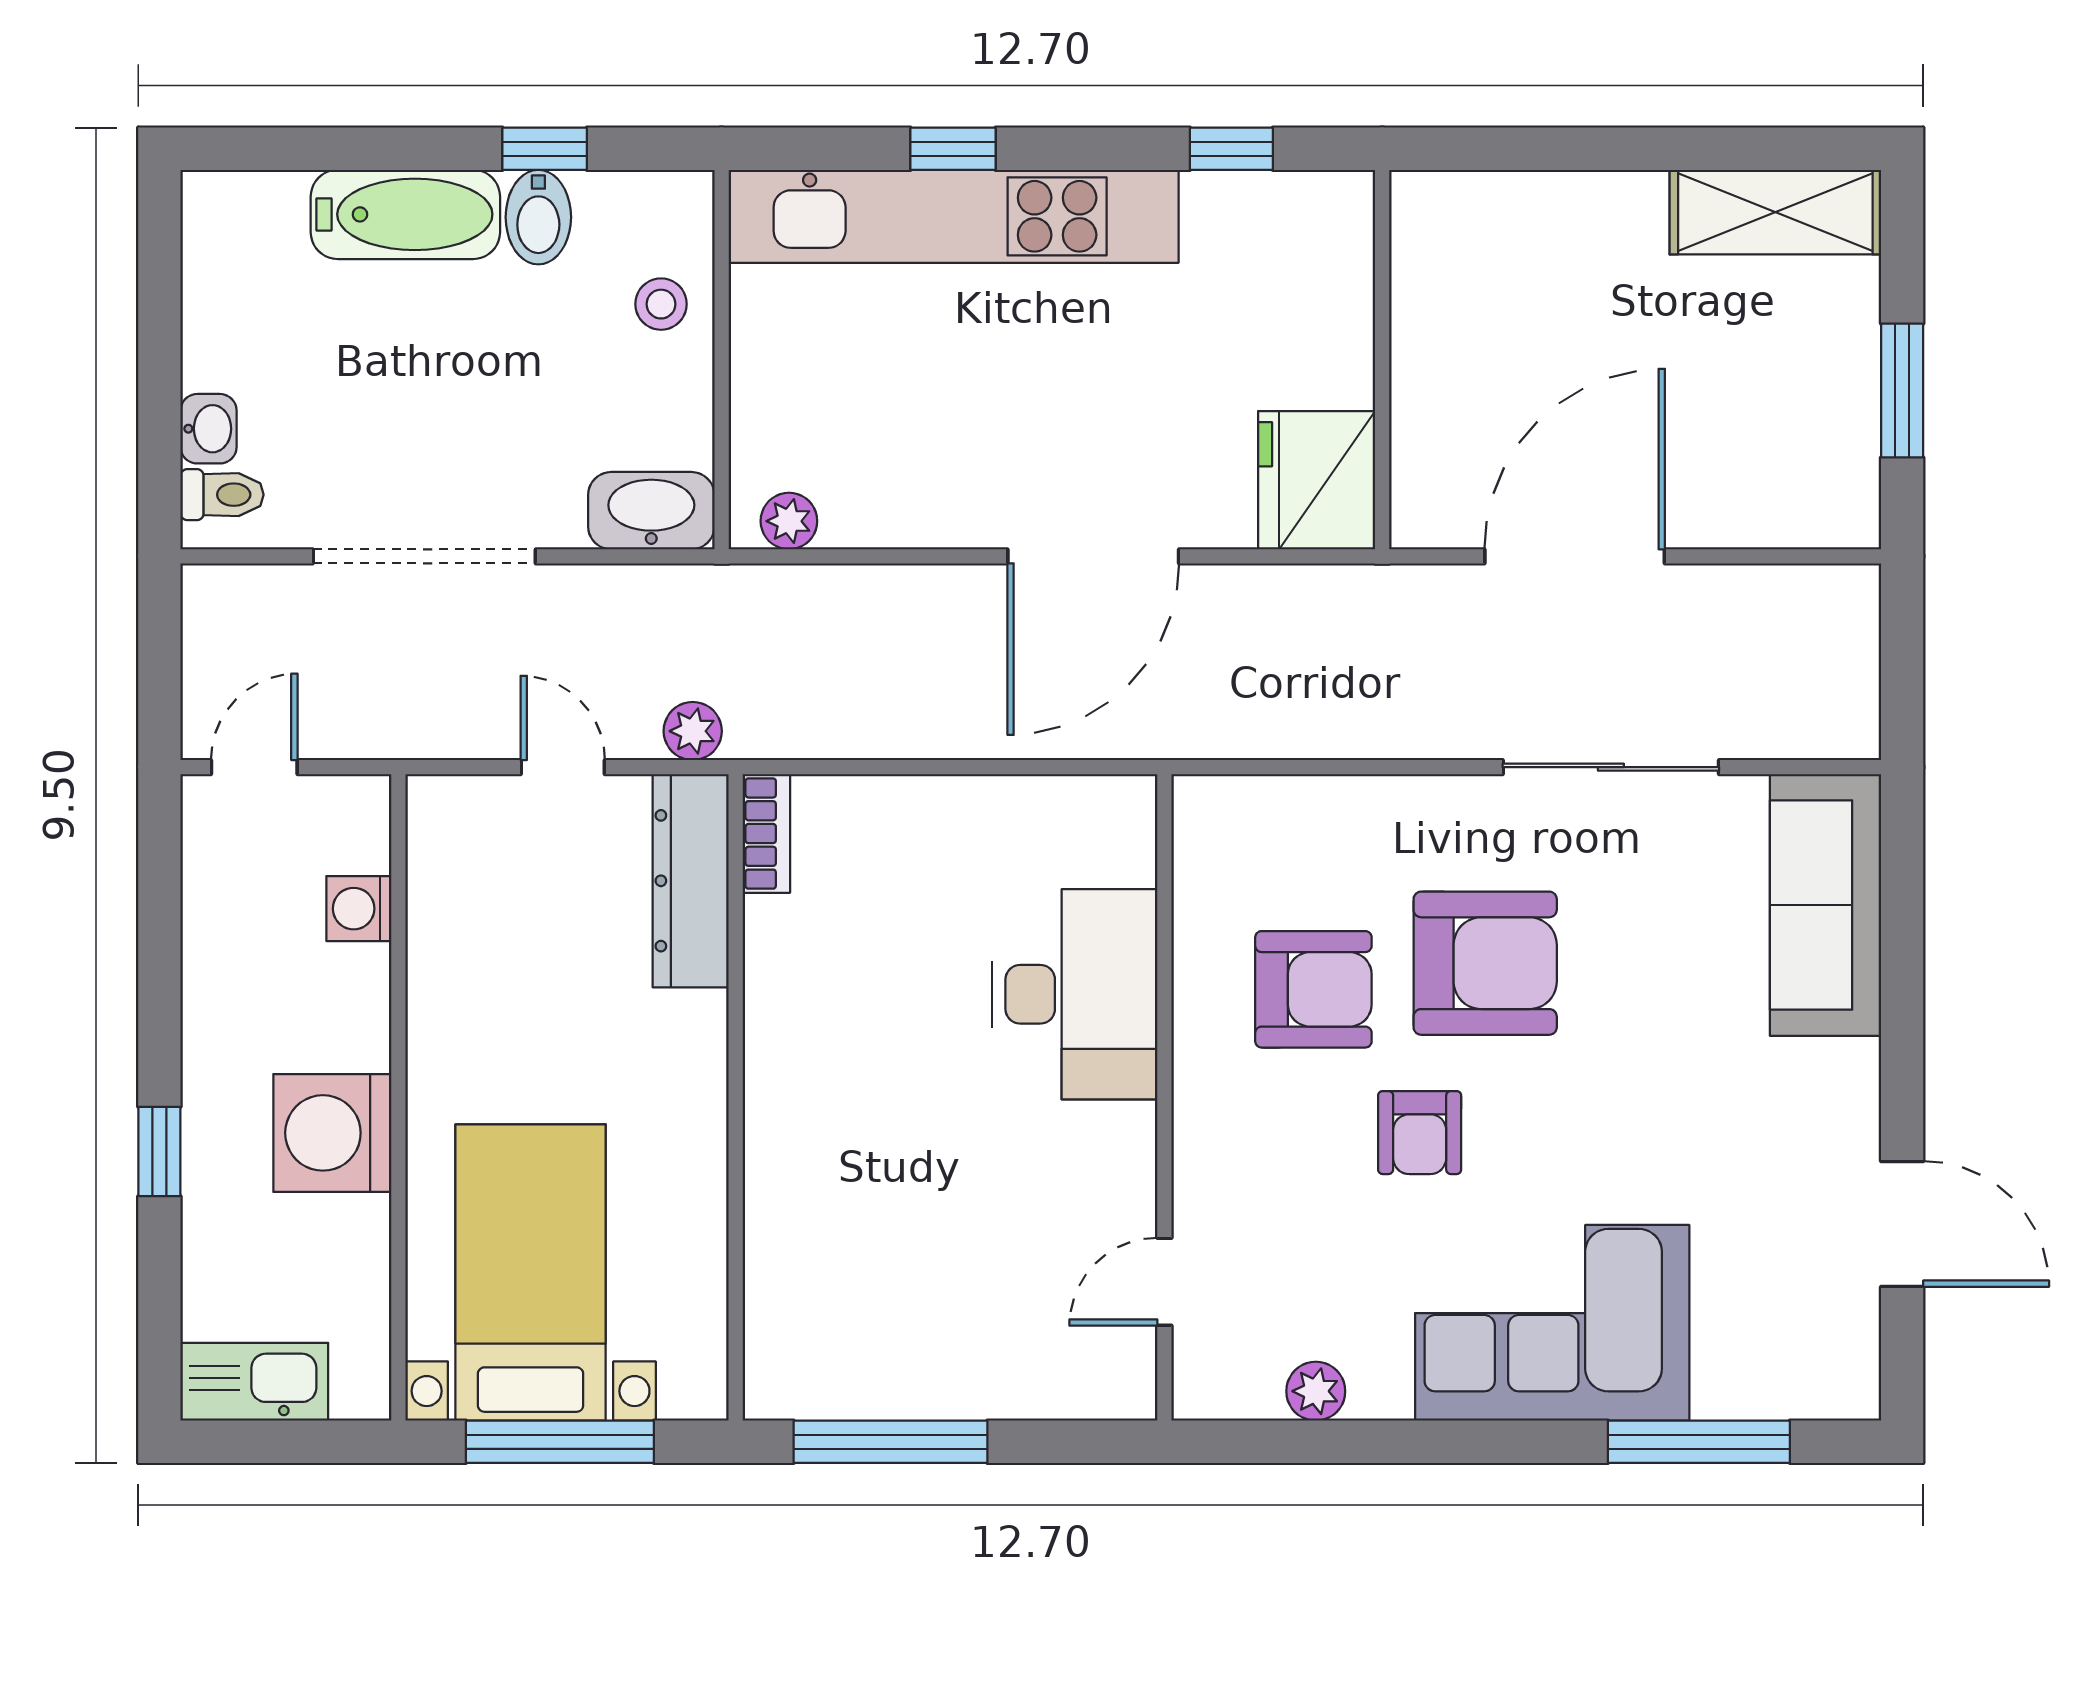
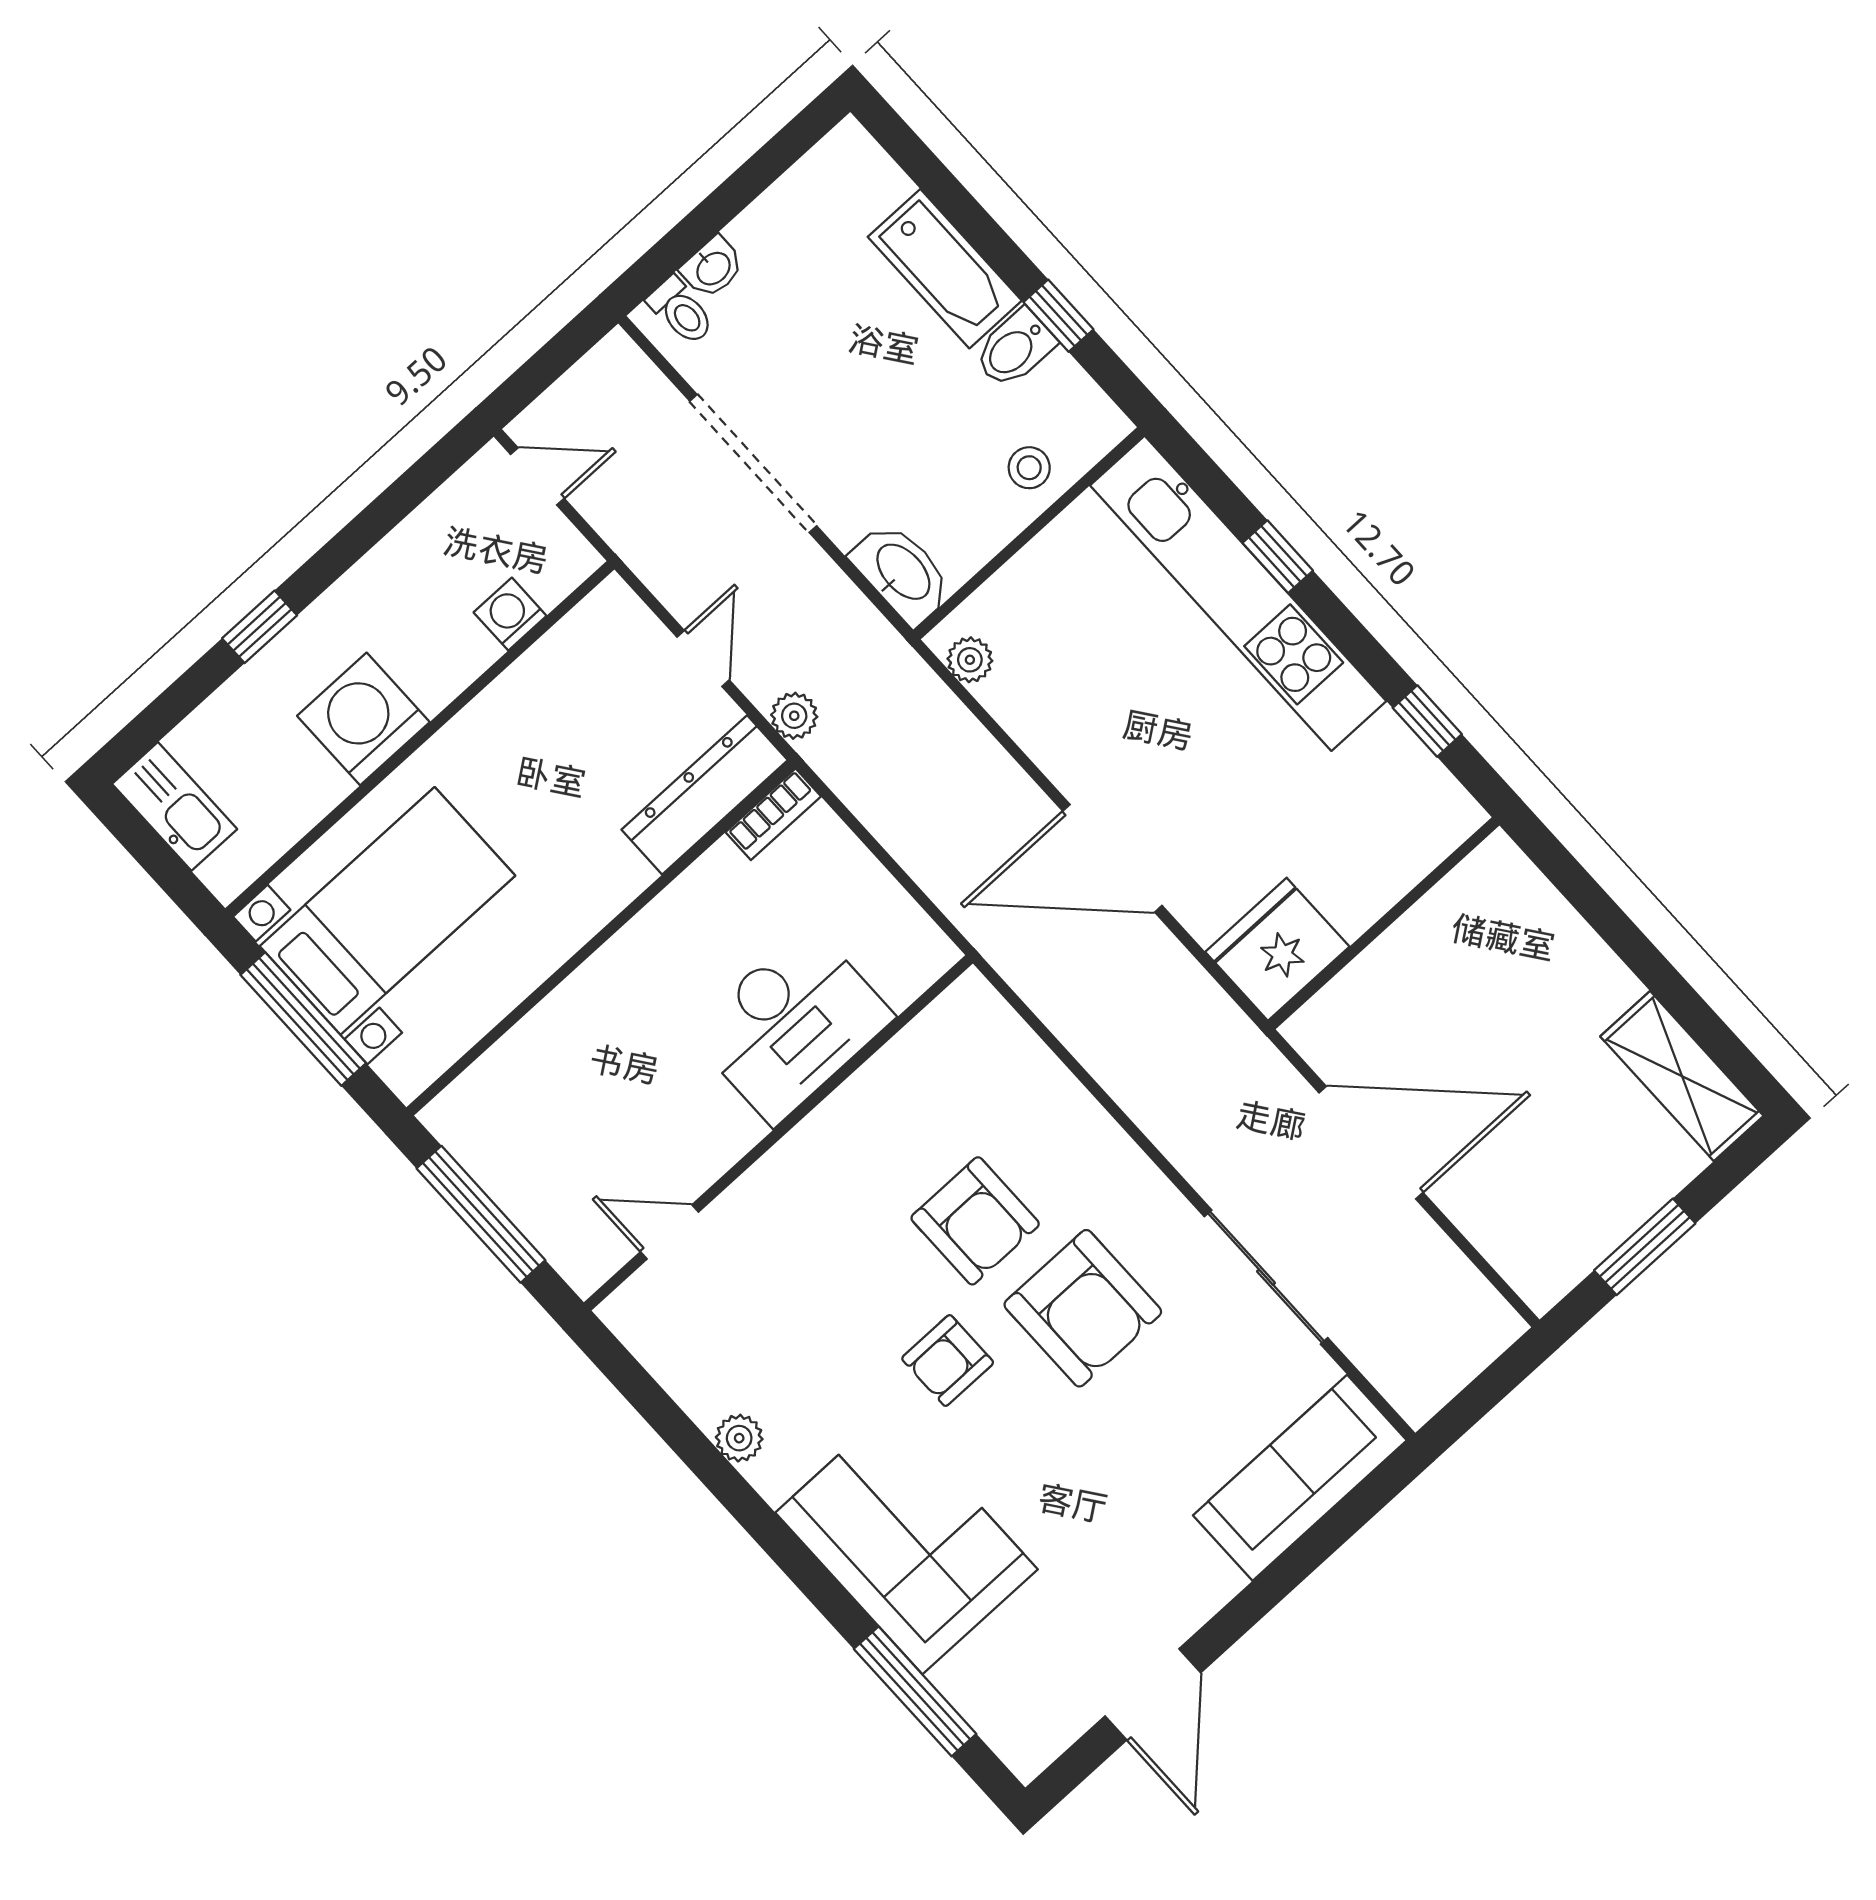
desk: (1075, 994) -> (791, 1025), moved
wall: (1164, 1097) -> (778, 1133), moved
door: (1164, 1282) -> (670, 1232), moved

